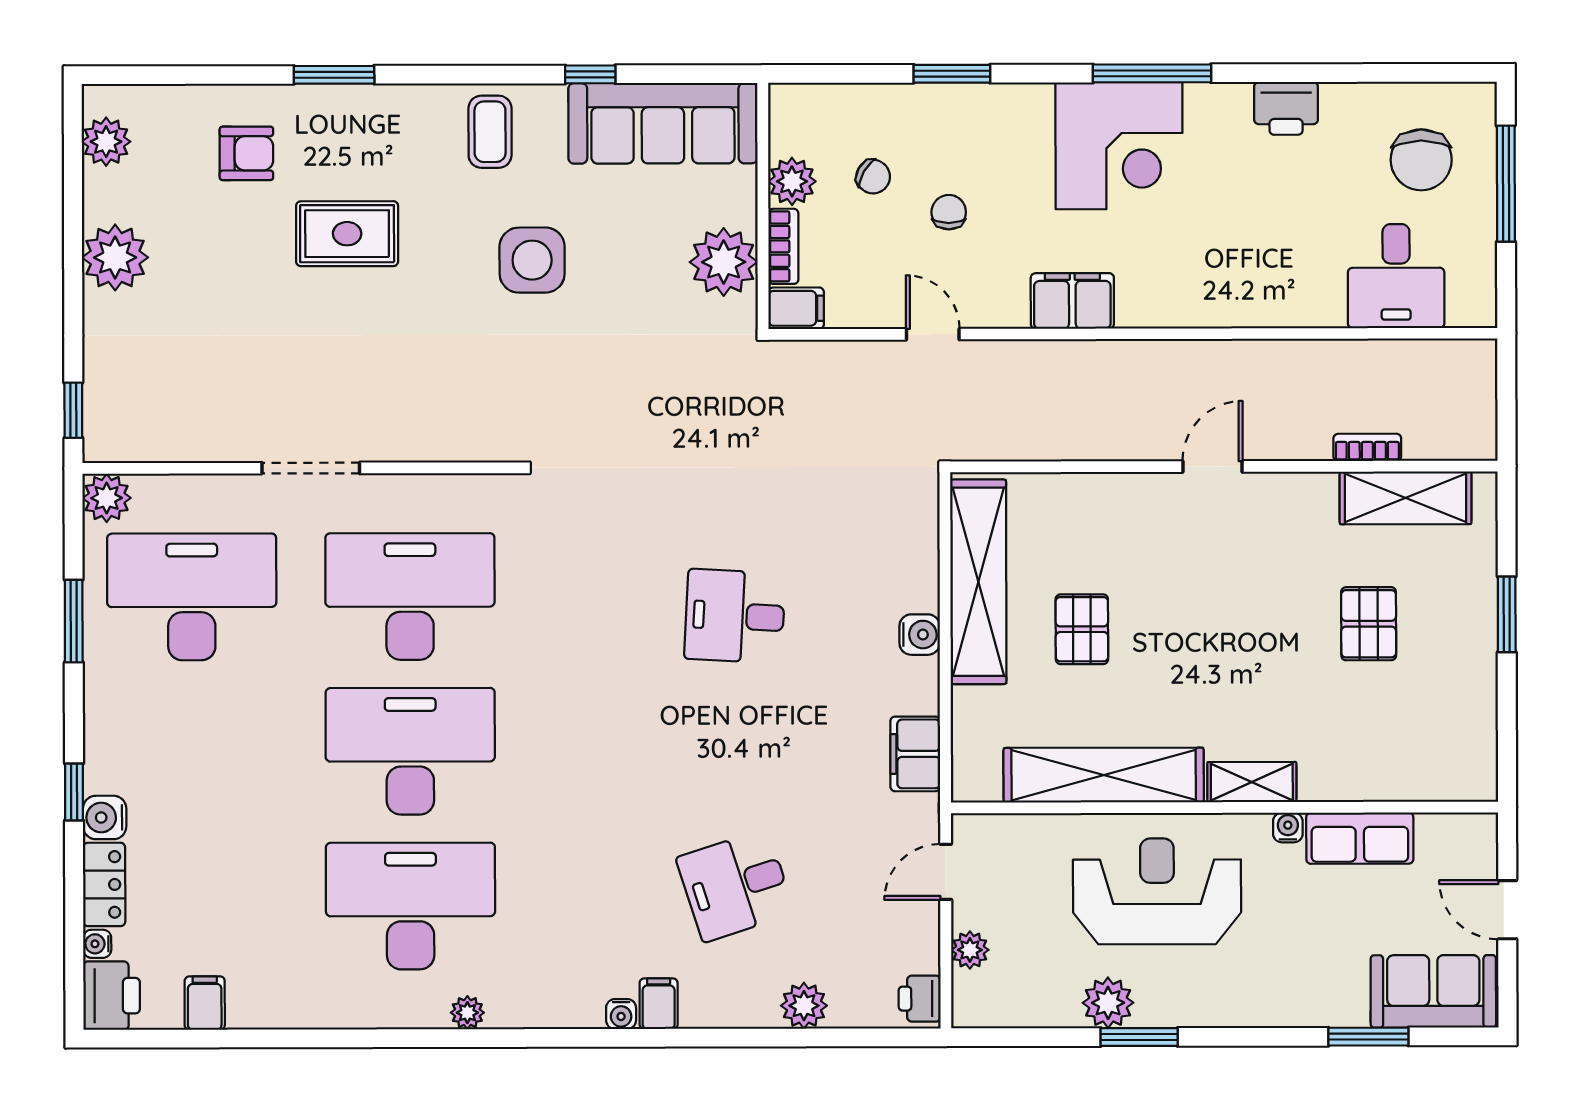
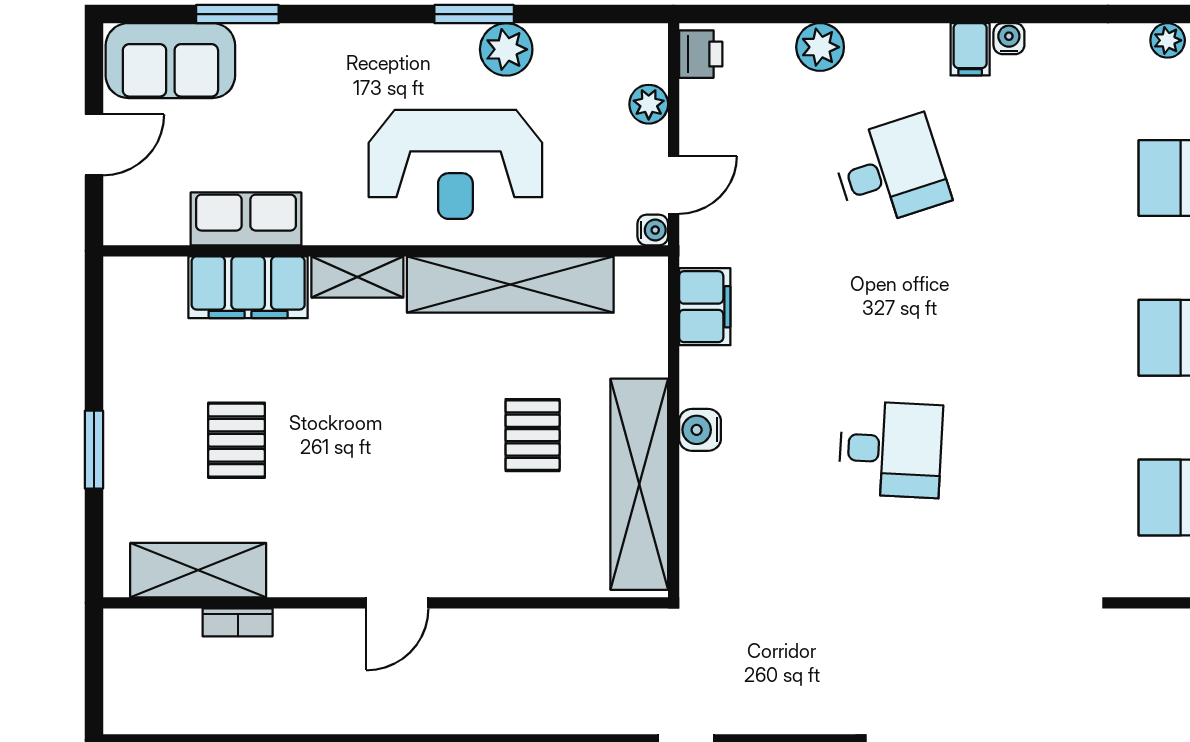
filing cabinet: (1358, 772) -> (248, 287), added
water cooler: (1288, 828) -> (653, 230), moved, turned -90
door: (1507, 910) -> (94, 145), hinge flipped

